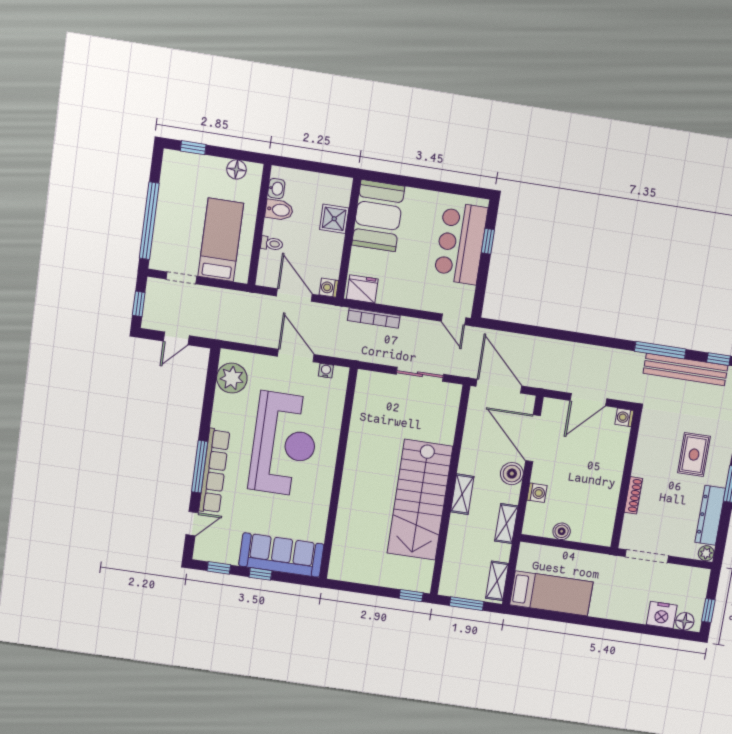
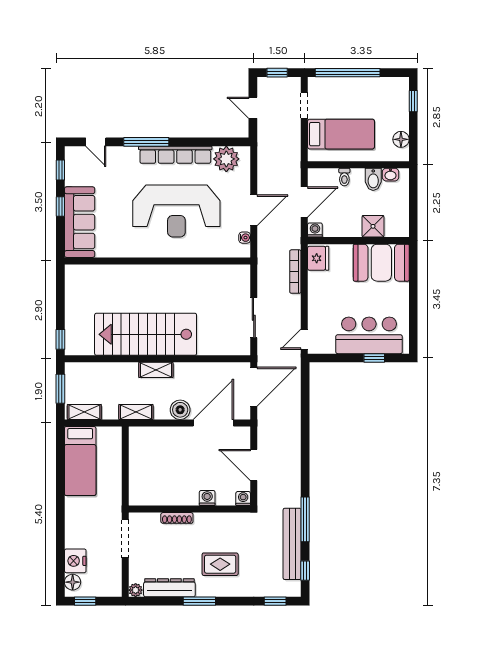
row of seats: (214, 471) -> (175, 155), moved
washing machine: (537, 493) -> (207, 498), moved, turned 180
boiler: (562, 531) -> (136, 461), removed

